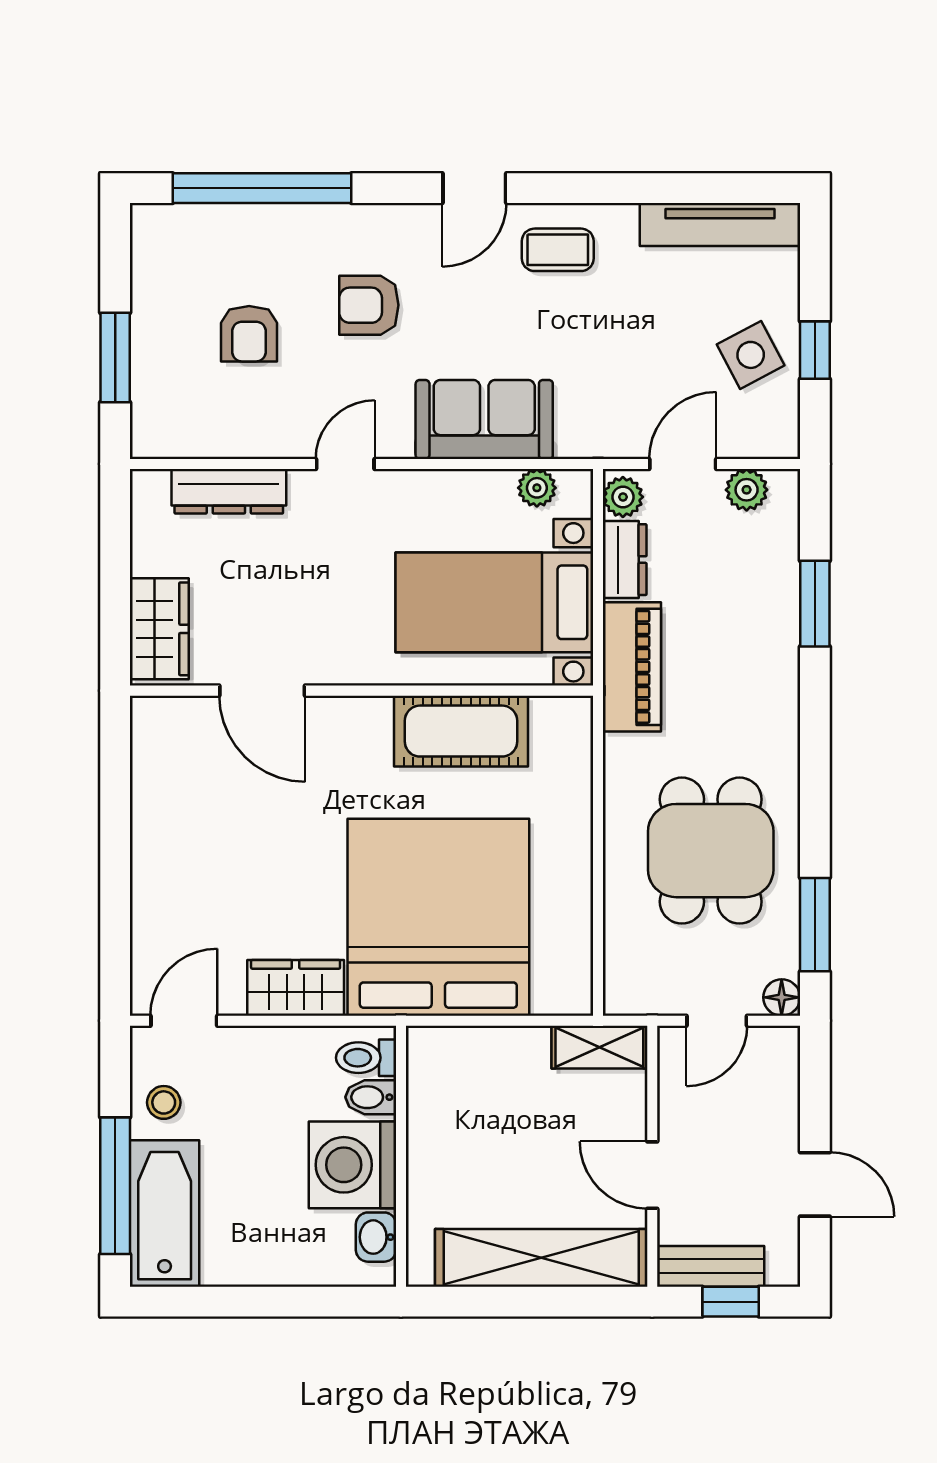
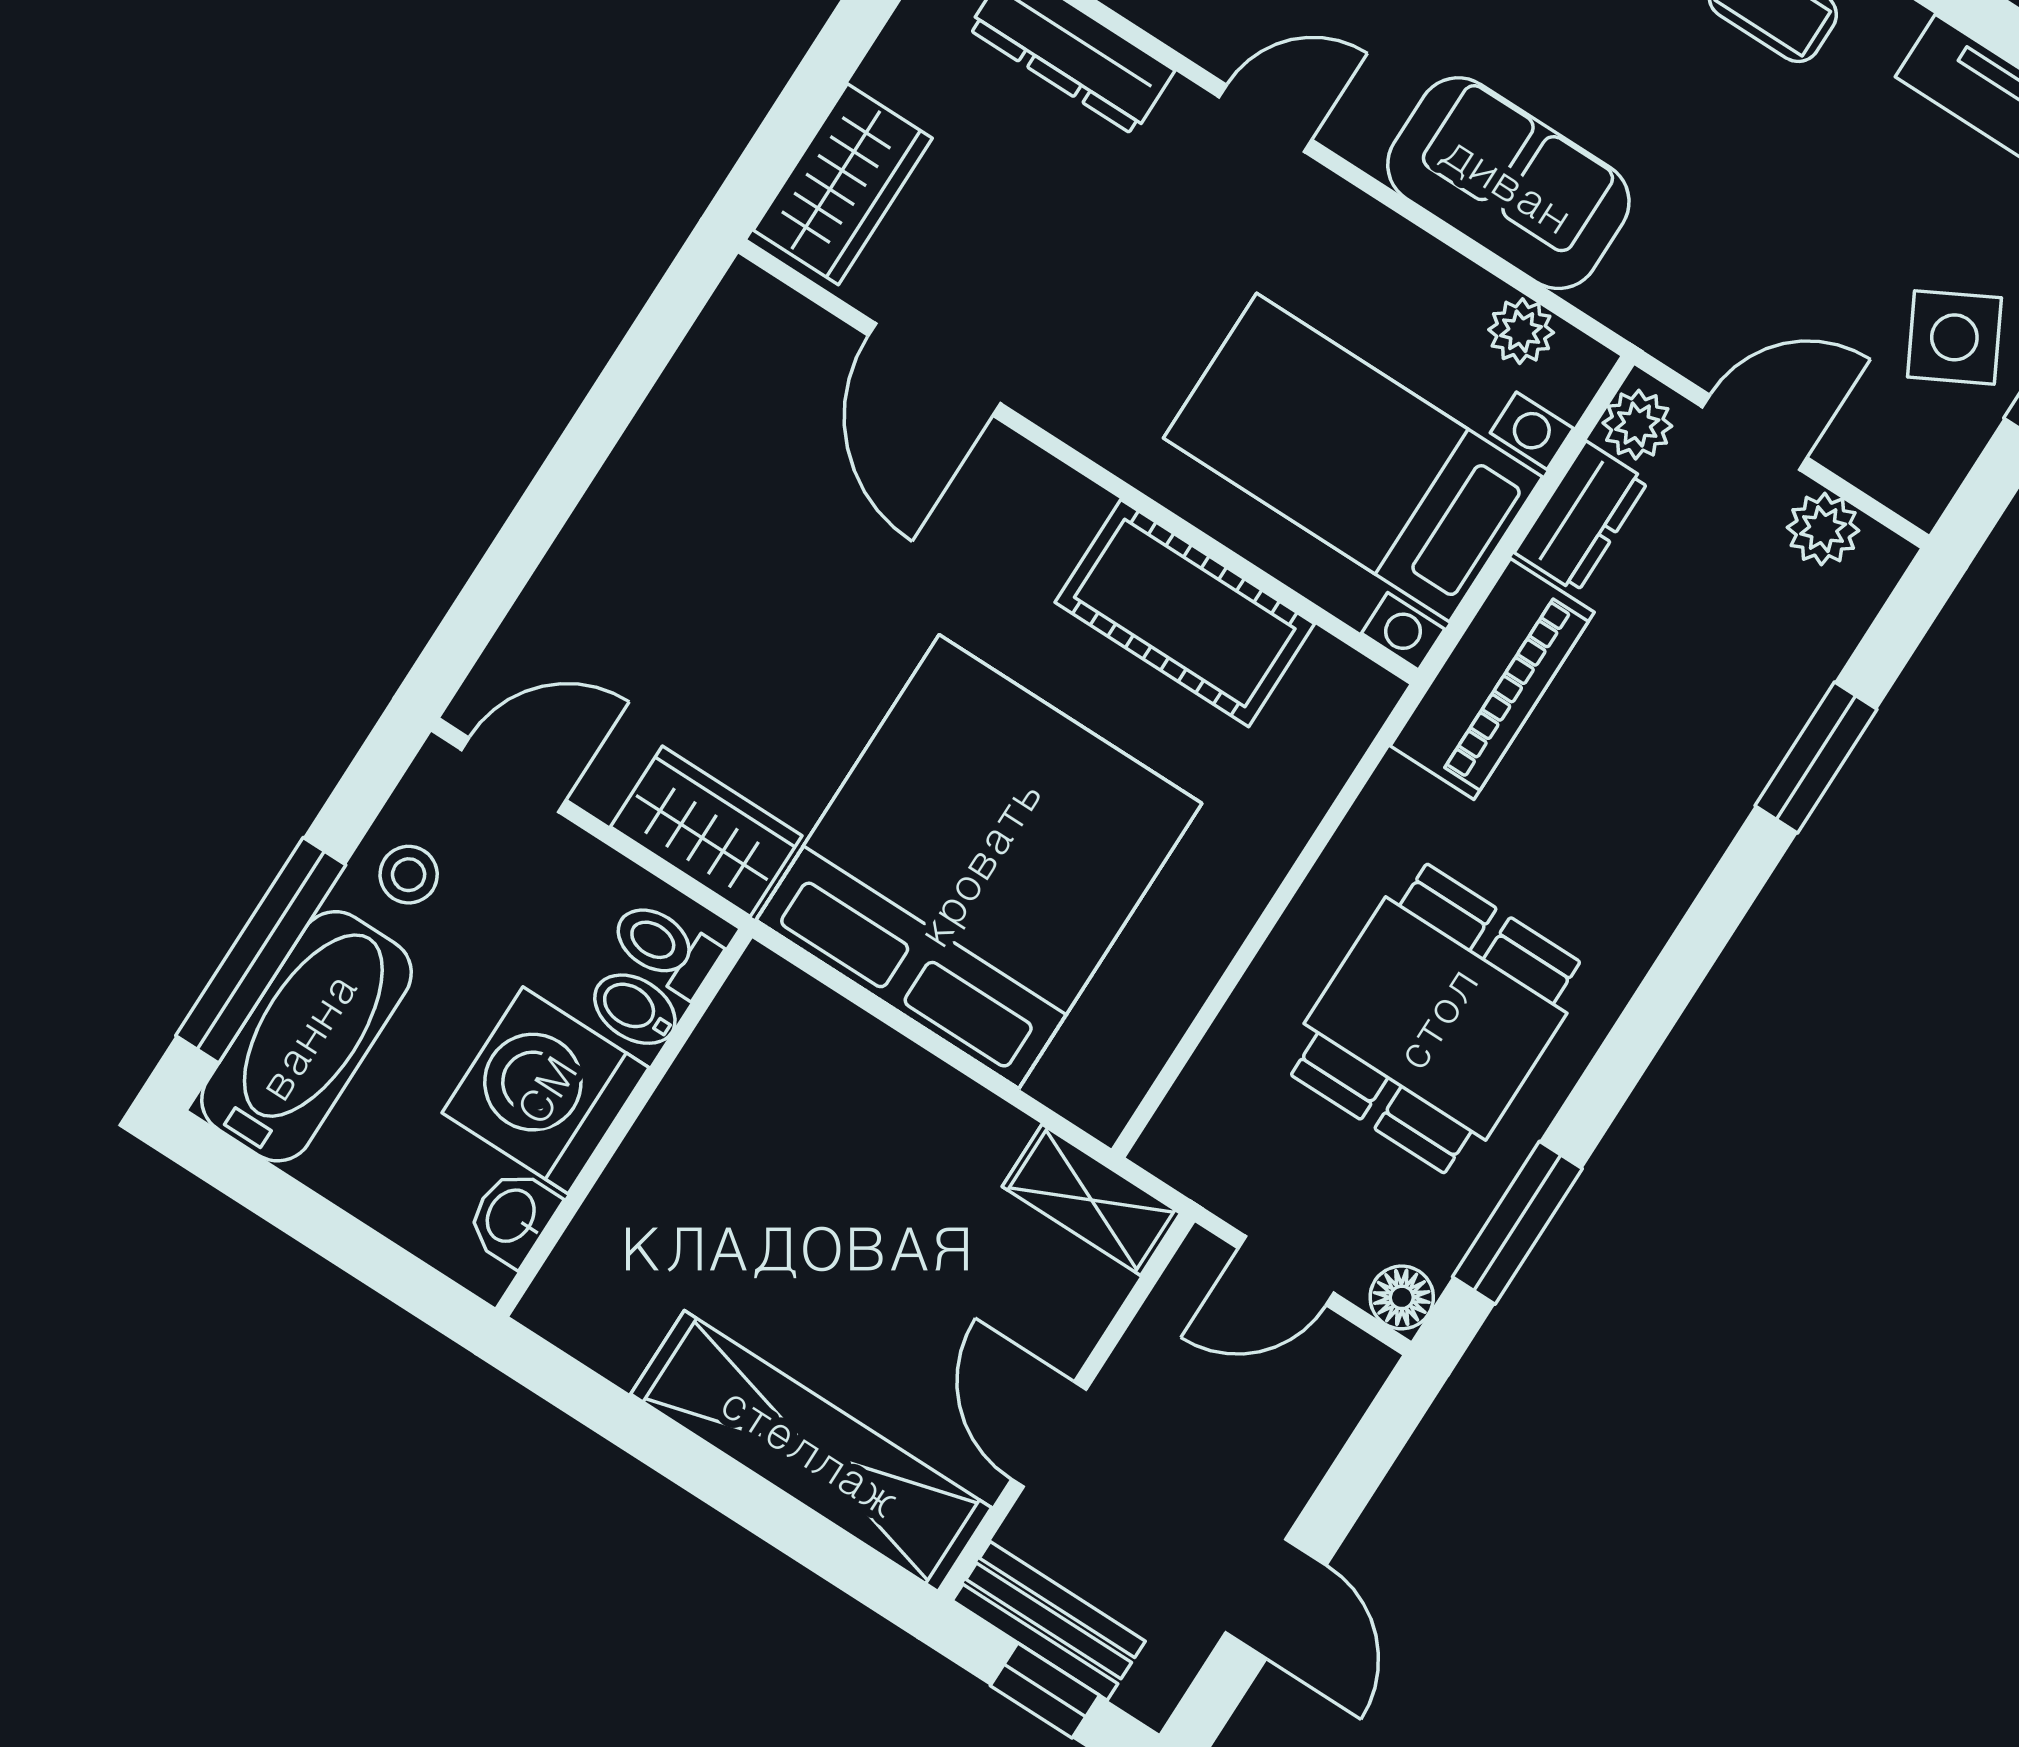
toilet: (366, 1058) -> (665, 948), moved
bidet: (371, 1097) -> (635, 1009), moved
wall: (401, 1156) -> (624, 1123), moved
washing machine: (352, 1165) -> (546, 1090), moved
washbasin: (376, 1237) -> (512, 1217), moved

